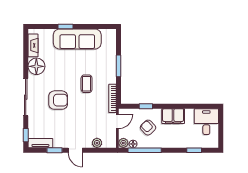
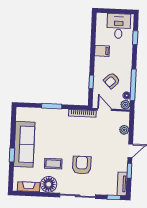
coffee table: (87, 84) -> (53, 164), moved
filing cabinet: (173, 116) -> (102, 51), width x0.50
desk: (206, 122) -> (119, 26), moved, turned 90

